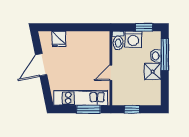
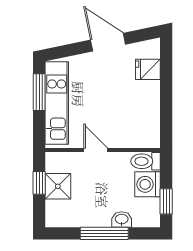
window: (165, 54) -> (104, 233), moved
shower: (153, 72) -> (58, 186), moved
window: (88, 109) -> (39, 92), moved

